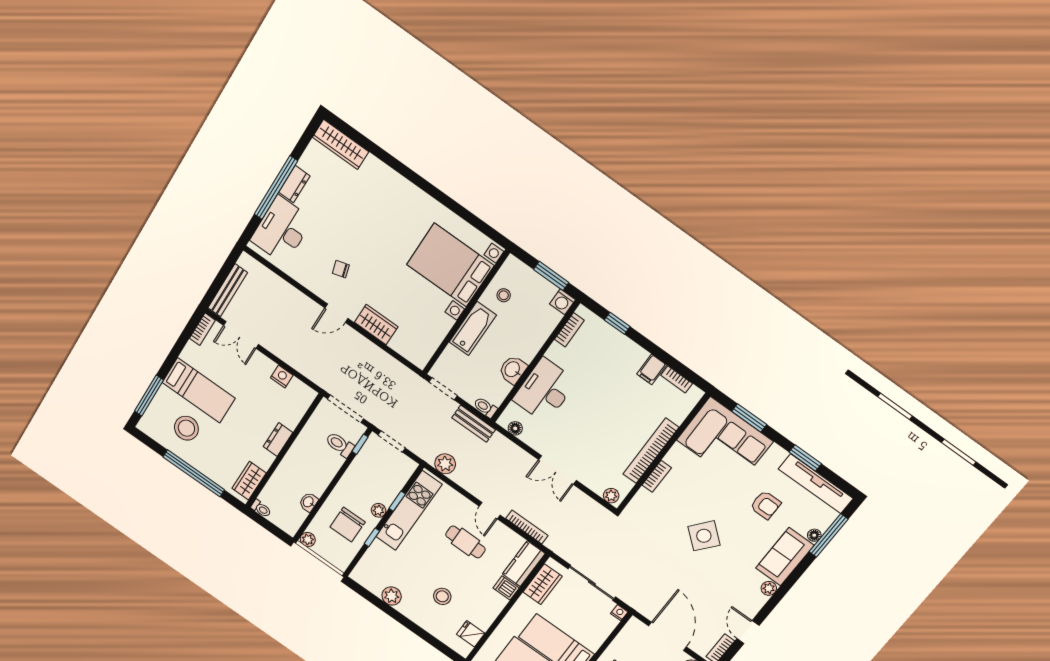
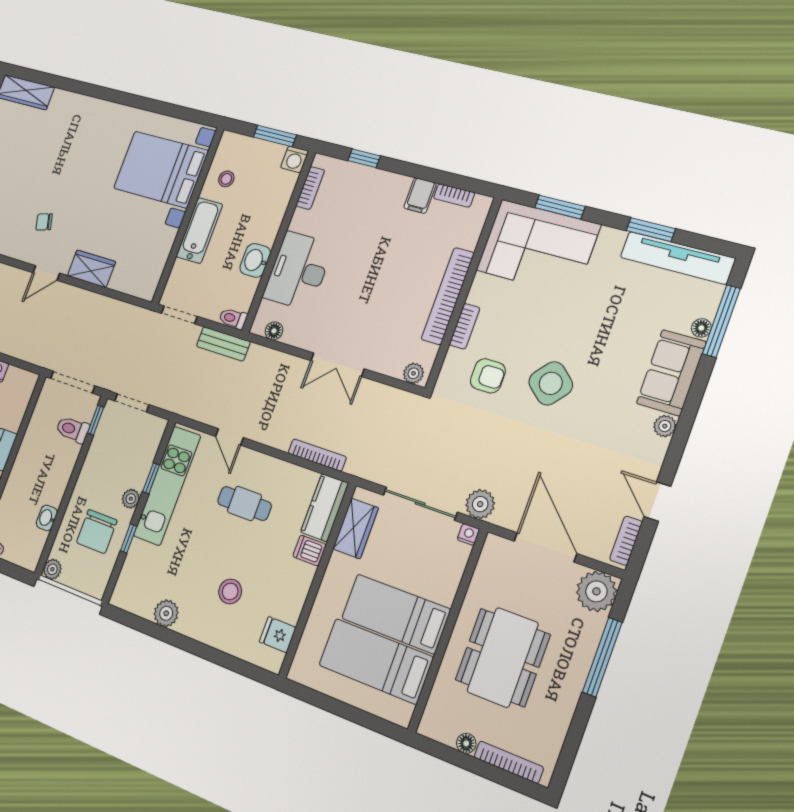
plant: (445, 464) -> (480, 504), moved
armchair: (765, 505) -> (488, 376), moved
door: (490, 511) -> (229, 437), moved

